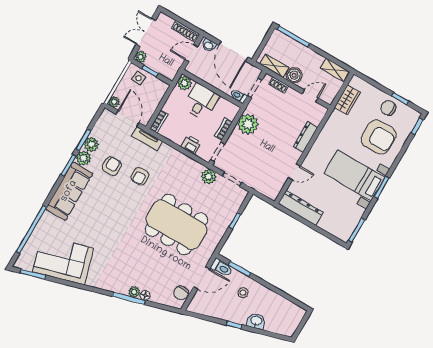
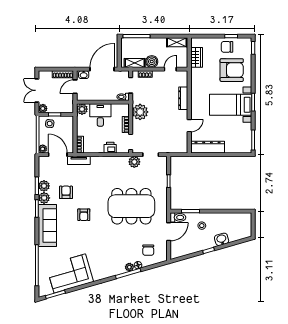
door: (233, 51) -> (102, 69), swing flipped
armchair: (140, 176) -> (84, 215), moved
chair: (181, 293) -> (148, 250), moved

